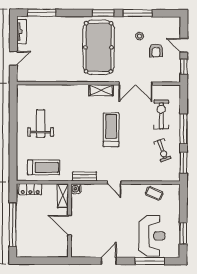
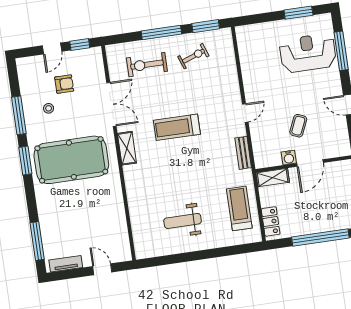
water cooler: (76, 189) -> (289, 158), moved
coffee table: (154, 193) -> (298, 126), moved

